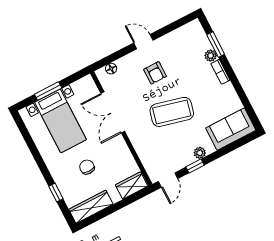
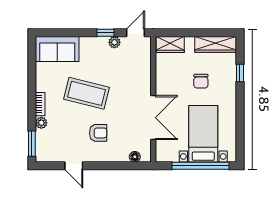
door: (143, 42) -> (74, 166), moved
window: (216, 45) -> (32, 144), moved
armchair: (155, 73) -> (98, 133), turned 90
window: (48, 91) -> (200, 166), width x2.11
coffee table: (172, 112) -> (87, 93), moved
plant: (200, 153) -> (114, 42), moved

